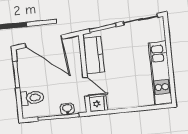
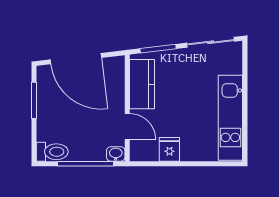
toilet: (32, 98) -> (52, 152), moved
fridge: (98, 104) -> (169, 149), moved, turned -90
washbasin: (67, 109) -> (116, 154), moved

